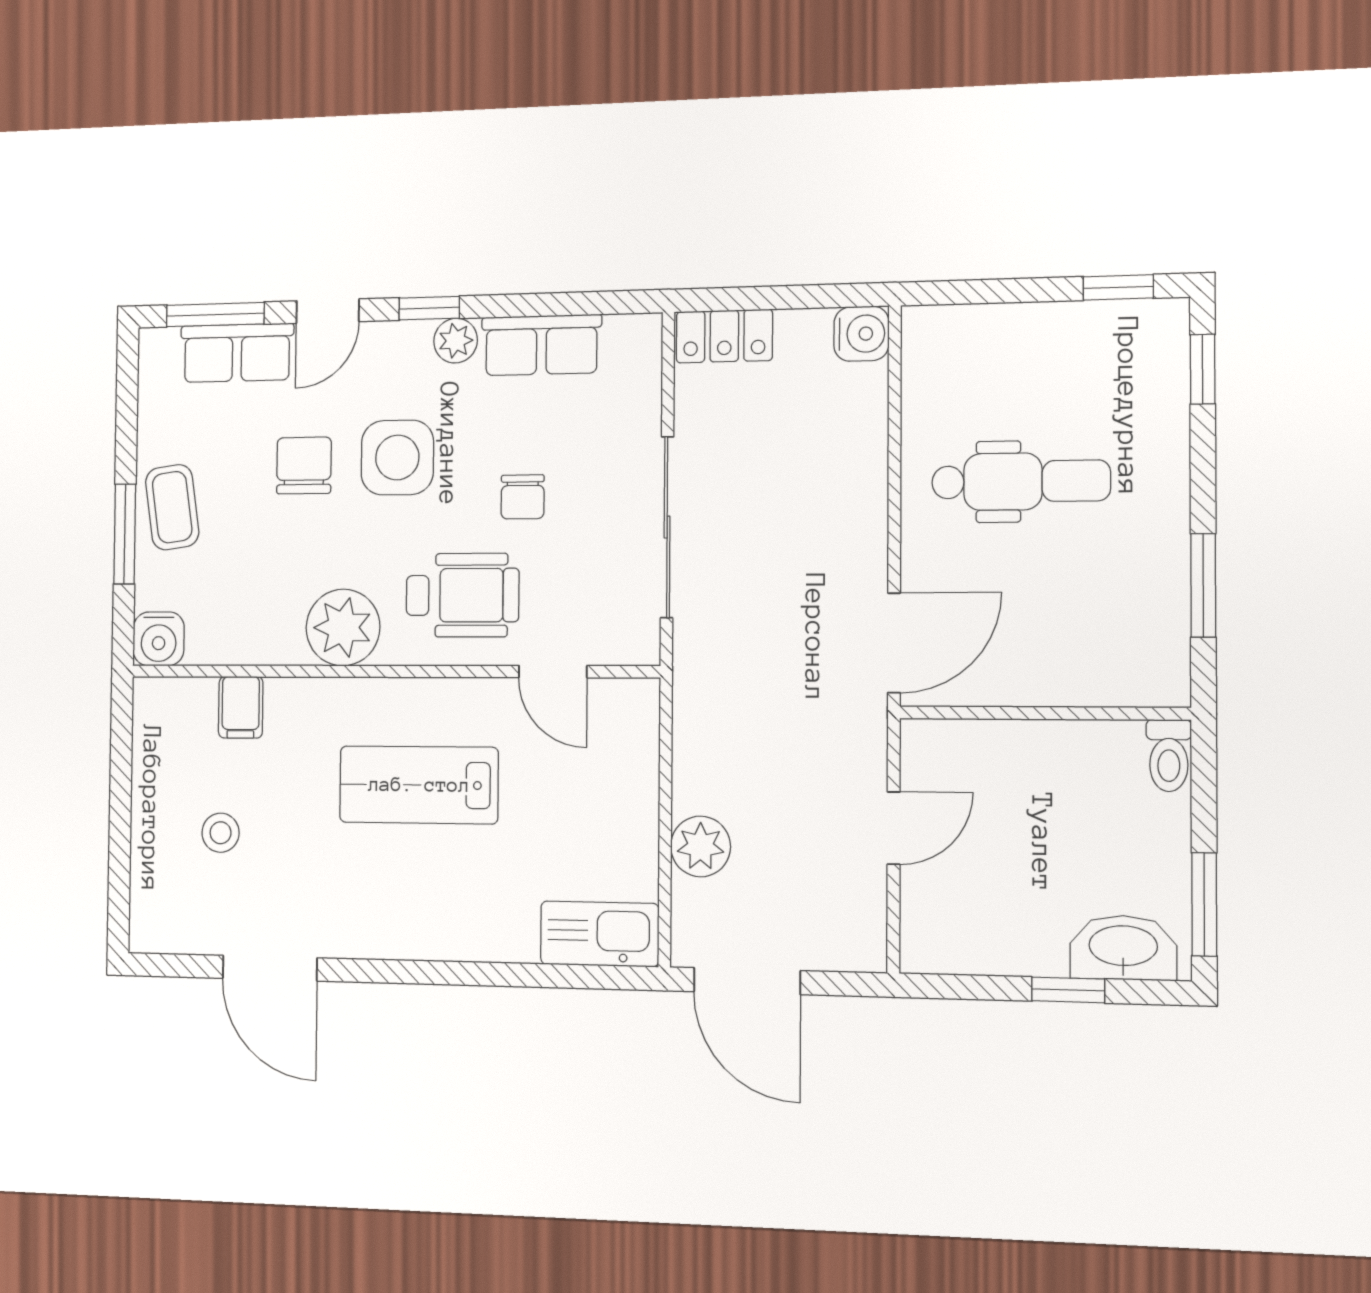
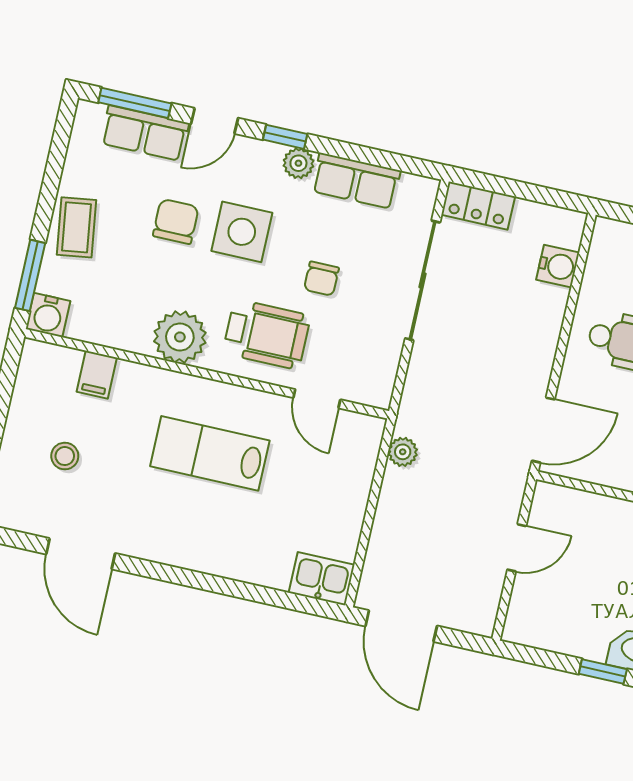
water cooler: (861, 334) -> (558, 266), moved
sliding door: (667, 527) -> (423, 280), moved
window: (125, 534) -> (30, 275), moved
plant: (700, 846) -> (403, 452), moved, width x0.73, depth x0.73
kitchen sink: (600, 934) -> (322, 579), width x0.73

